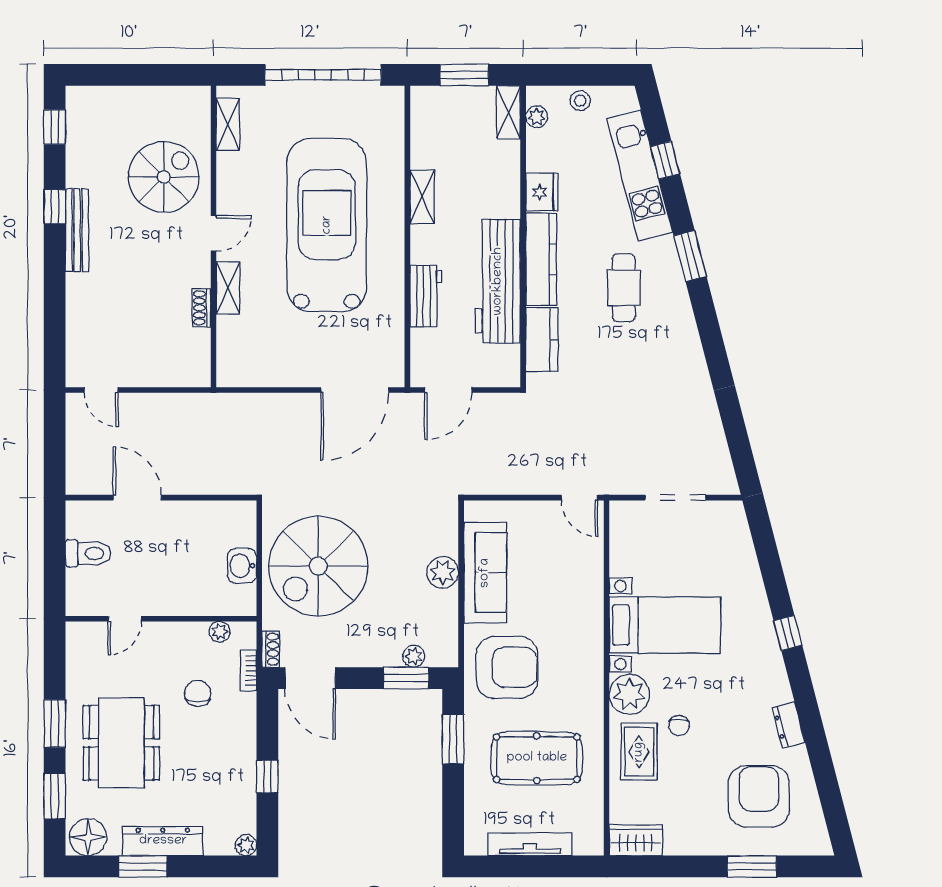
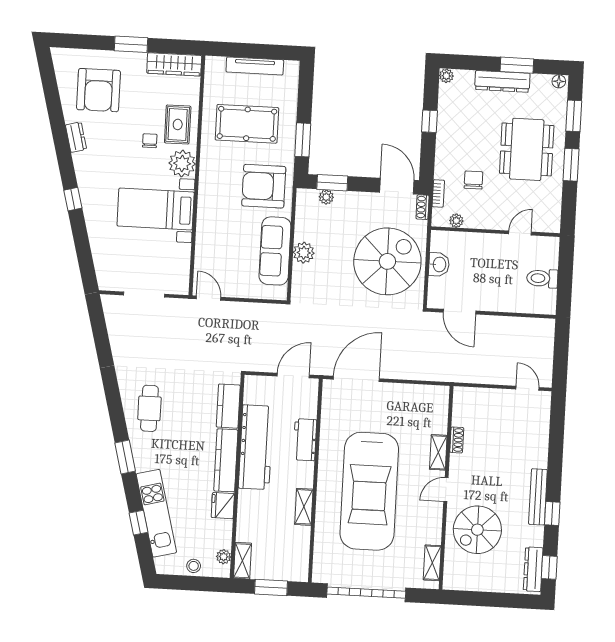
dresser: (78, 123) -> (533, 569), added
cafe table: (624, 288) -> (149, 408), moved
door: (137, 498) -> (459, 312), moved
chair: (198, 693) -> (473, 180), turned 180
floor lamp: (88, 837) -> (559, 81), width x0.53, depth x0.53
wardrobe: (636, 840) -> (174, 64), width x1.50
window: (752, 866) -> (131, 44), moved

